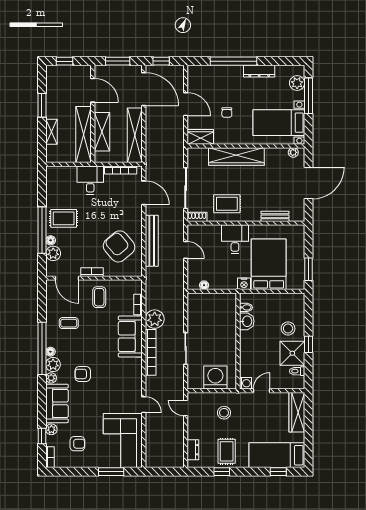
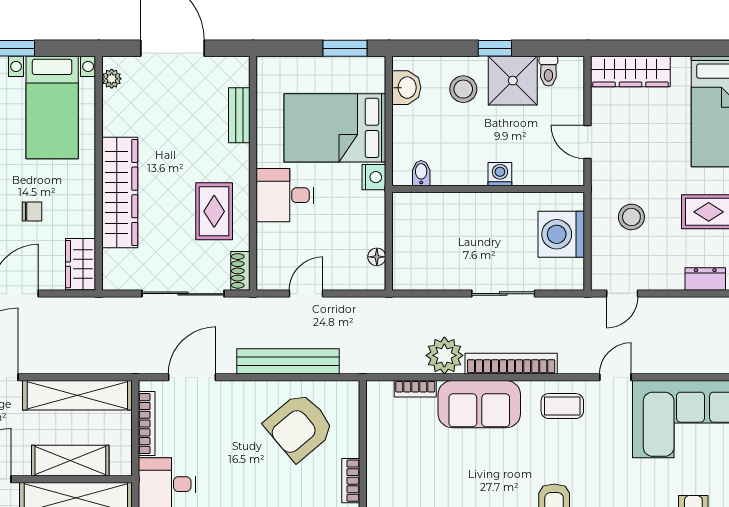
coffee table: (99, 297) -> (562, 406), moved
washbasin: (247, 321) -> (406, 88), moved, turned 90
washing machine: (245, 383) -> (500, 174), moved

